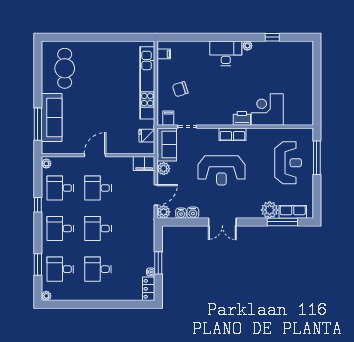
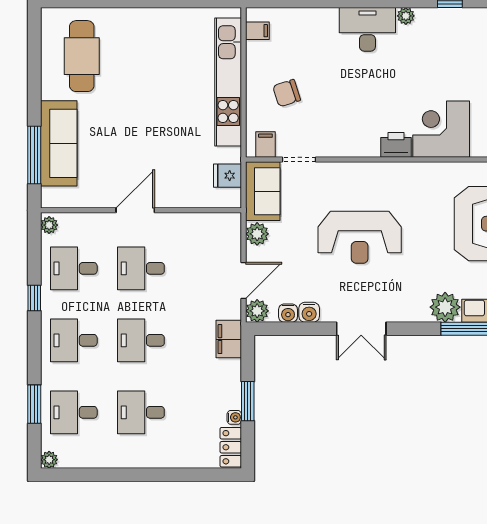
row of seats: (232, 134) -> (379, 173), removed
filing cabinet: (144, 164) -> (229, 339), moved, turned 90

